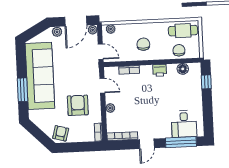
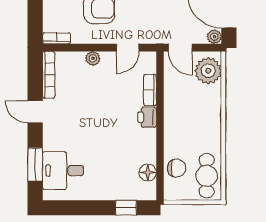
plant: (111, 29) -> (208, 71), width x1.88, depth x1.88
chair: (143, 44) -> (189, 114), removed
door: (101, 52) -> (180, 48), hinge flipped
printer: (160, 70) -> (147, 117), moved
window: (181, 142) -> (35, 164), width x0.69

